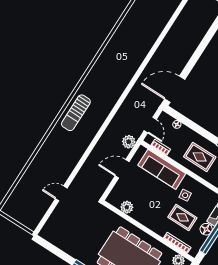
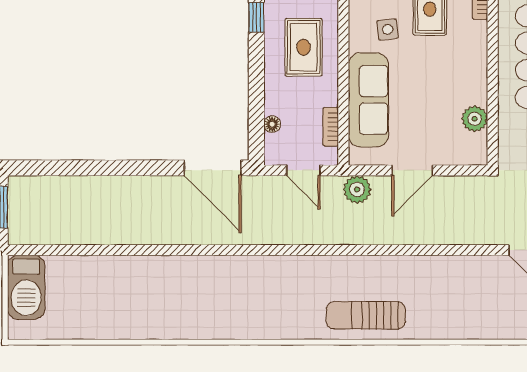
sun lounger: (76, 113) -> (366, 315), turned 180
door: (150, 125) -> (303, 170), swing flipped
door: (122, 169) -> (412, 170), hinge flipped

